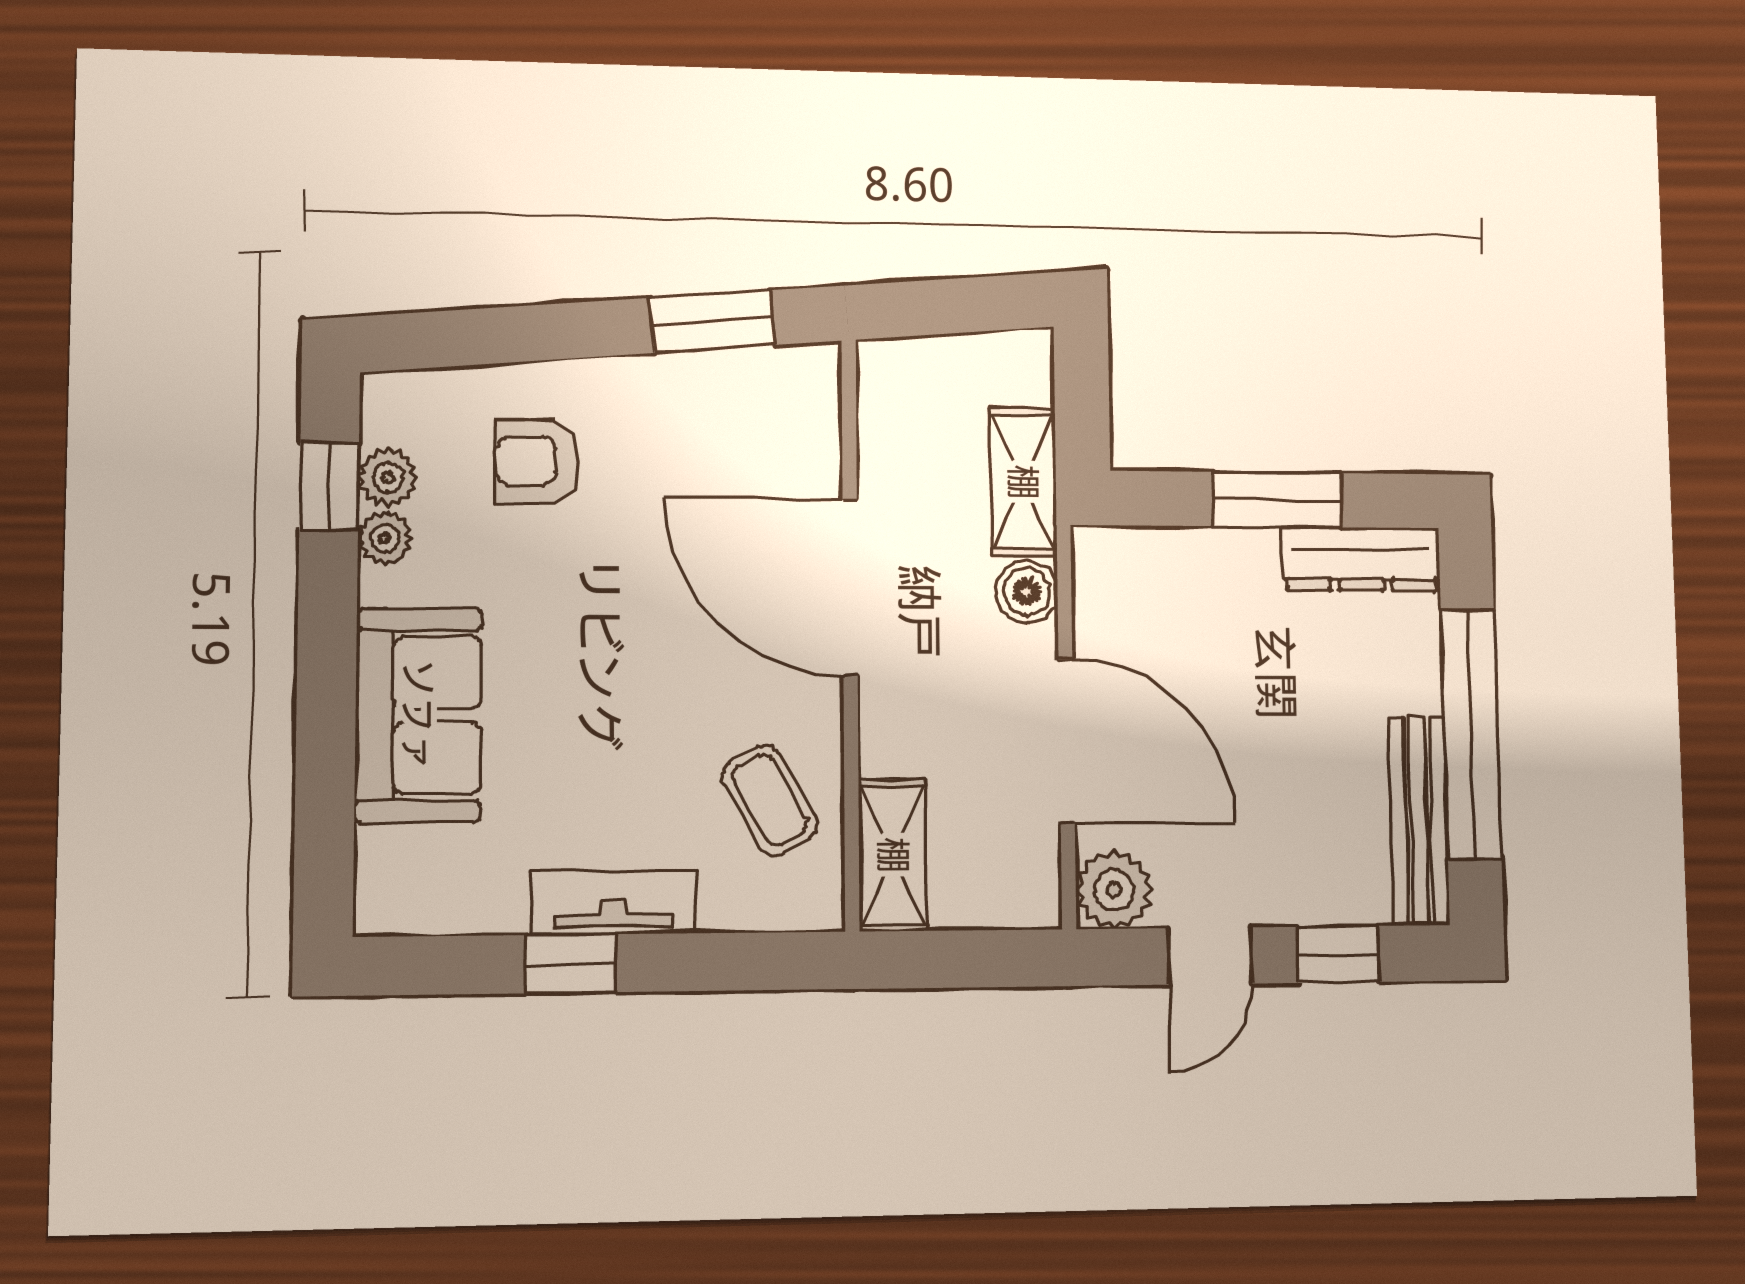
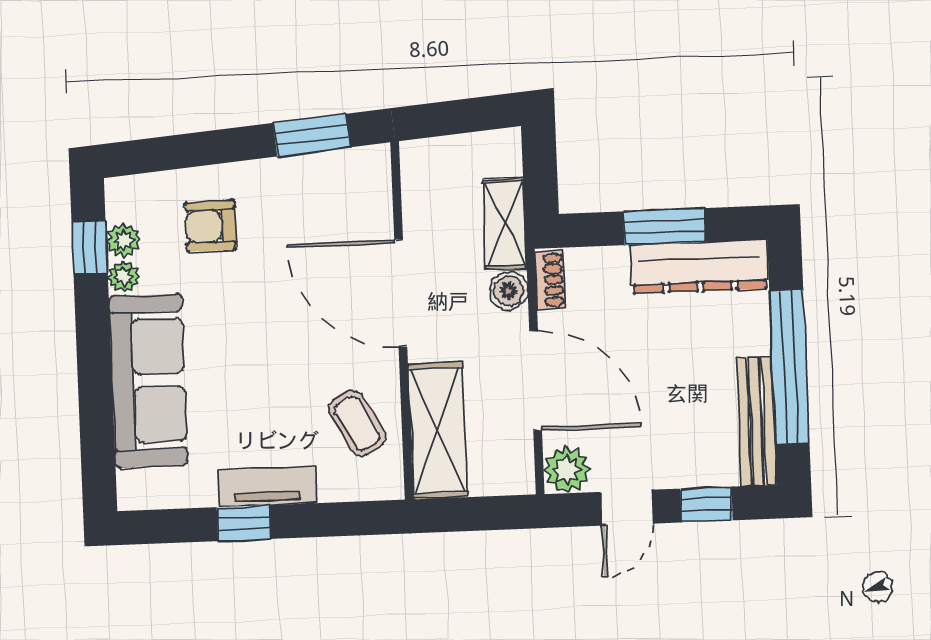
dresser: (1361, 559) -> (700, 267), width x1.37, depth x1.24
shoe rack: (1094, 577) -> (550, 280), added
sofa: (418, 715) -> (148, 381), width x1.36
shelving: (893, 855) -> (438, 431), width x1.50, depth x1.33

